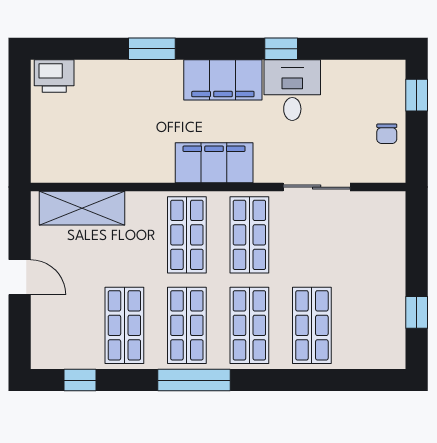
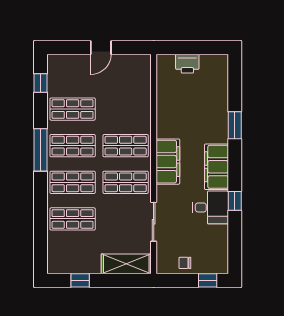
printer: (54, 76) -> (187, 64), moved, turned -90
shelving: (82, 208) -> (126, 264), moved, turned 90

